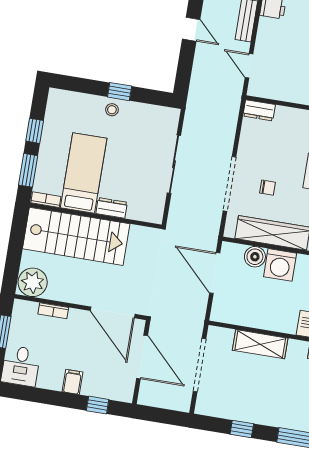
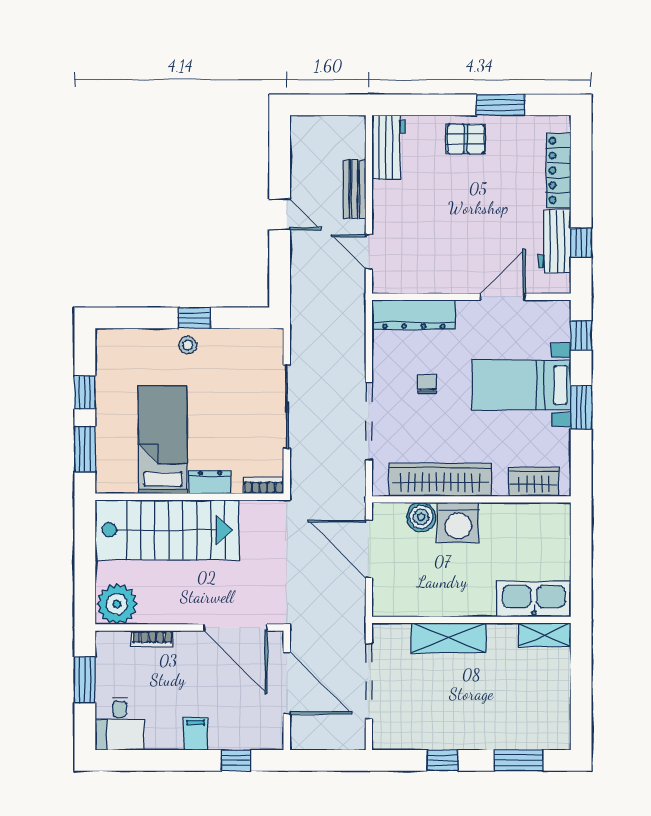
dresser: (259, 110) -> (414, 315), width x1.96, depth x1.24
chair: (267, 188) -> (427, 384), moved, turned -90
bookcase: (46, 200) -> (263, 486), moved

